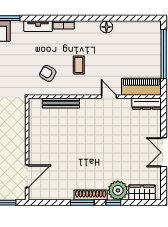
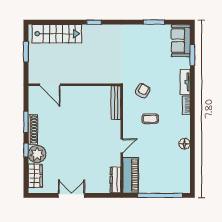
wall: (27, 149) -> (74, 85), moved
door: (27, 176) -> (50, 85), moved

